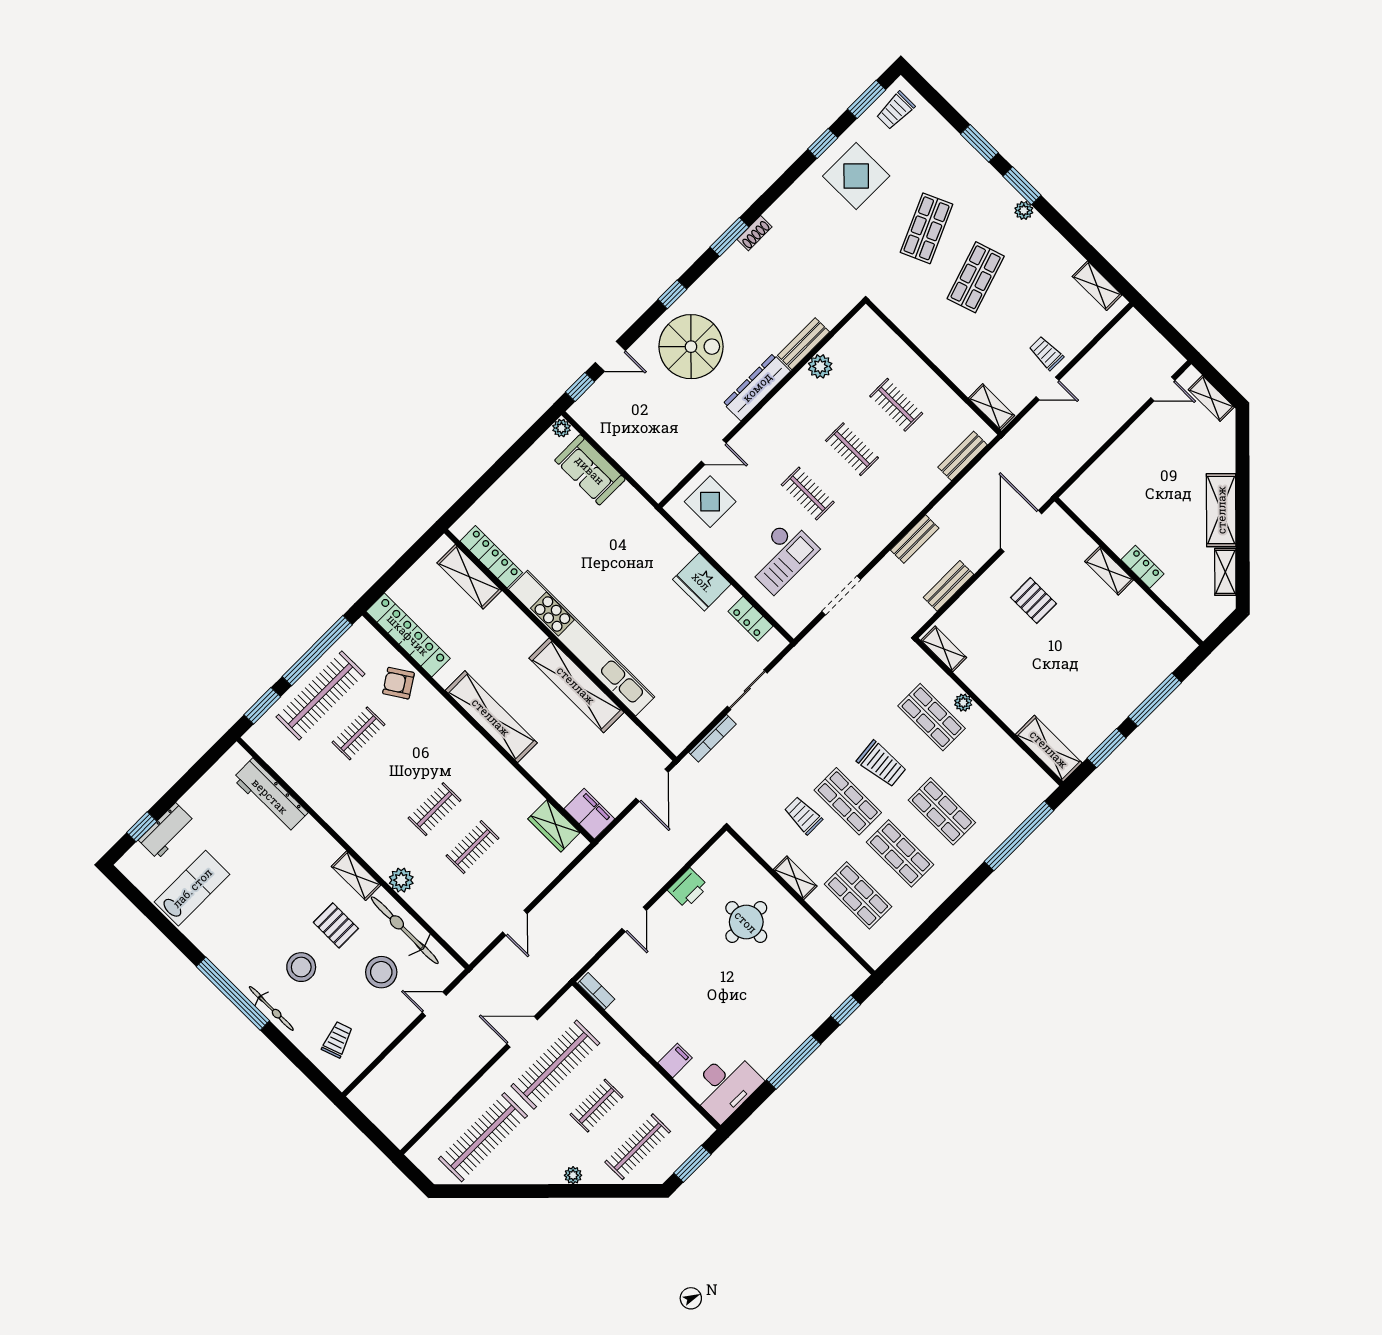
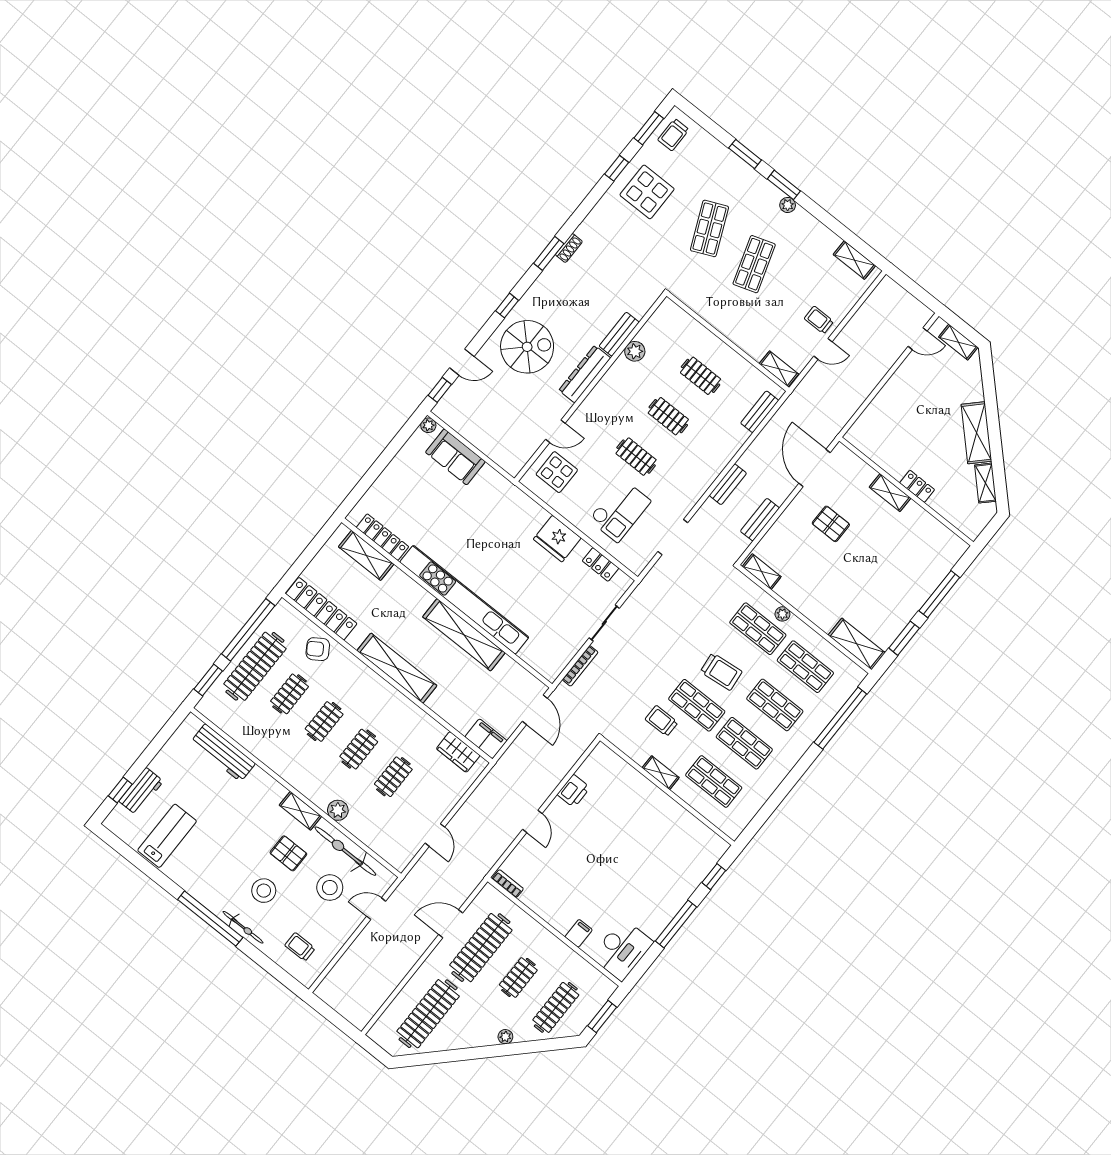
shop shelf: (984, 769) -> (805, 667), added
clothes rail: (397, 771) -> (324, 721), added
round table: (746, 922) -> (624, 813), removed
trolley: (337, 1040) -> (300, 947), turned -71

